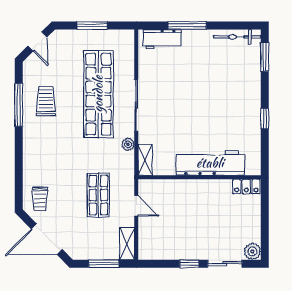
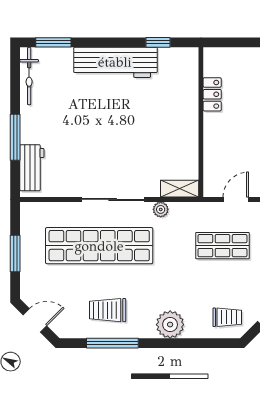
window: (265, 119) -> (158, 42), moved
plant: (34, 152) -> (170, 325), added
workbench: (210, 163) -> (115, 62), moved, turned -90
locker: (246, 187) -> (212, 94), moved

